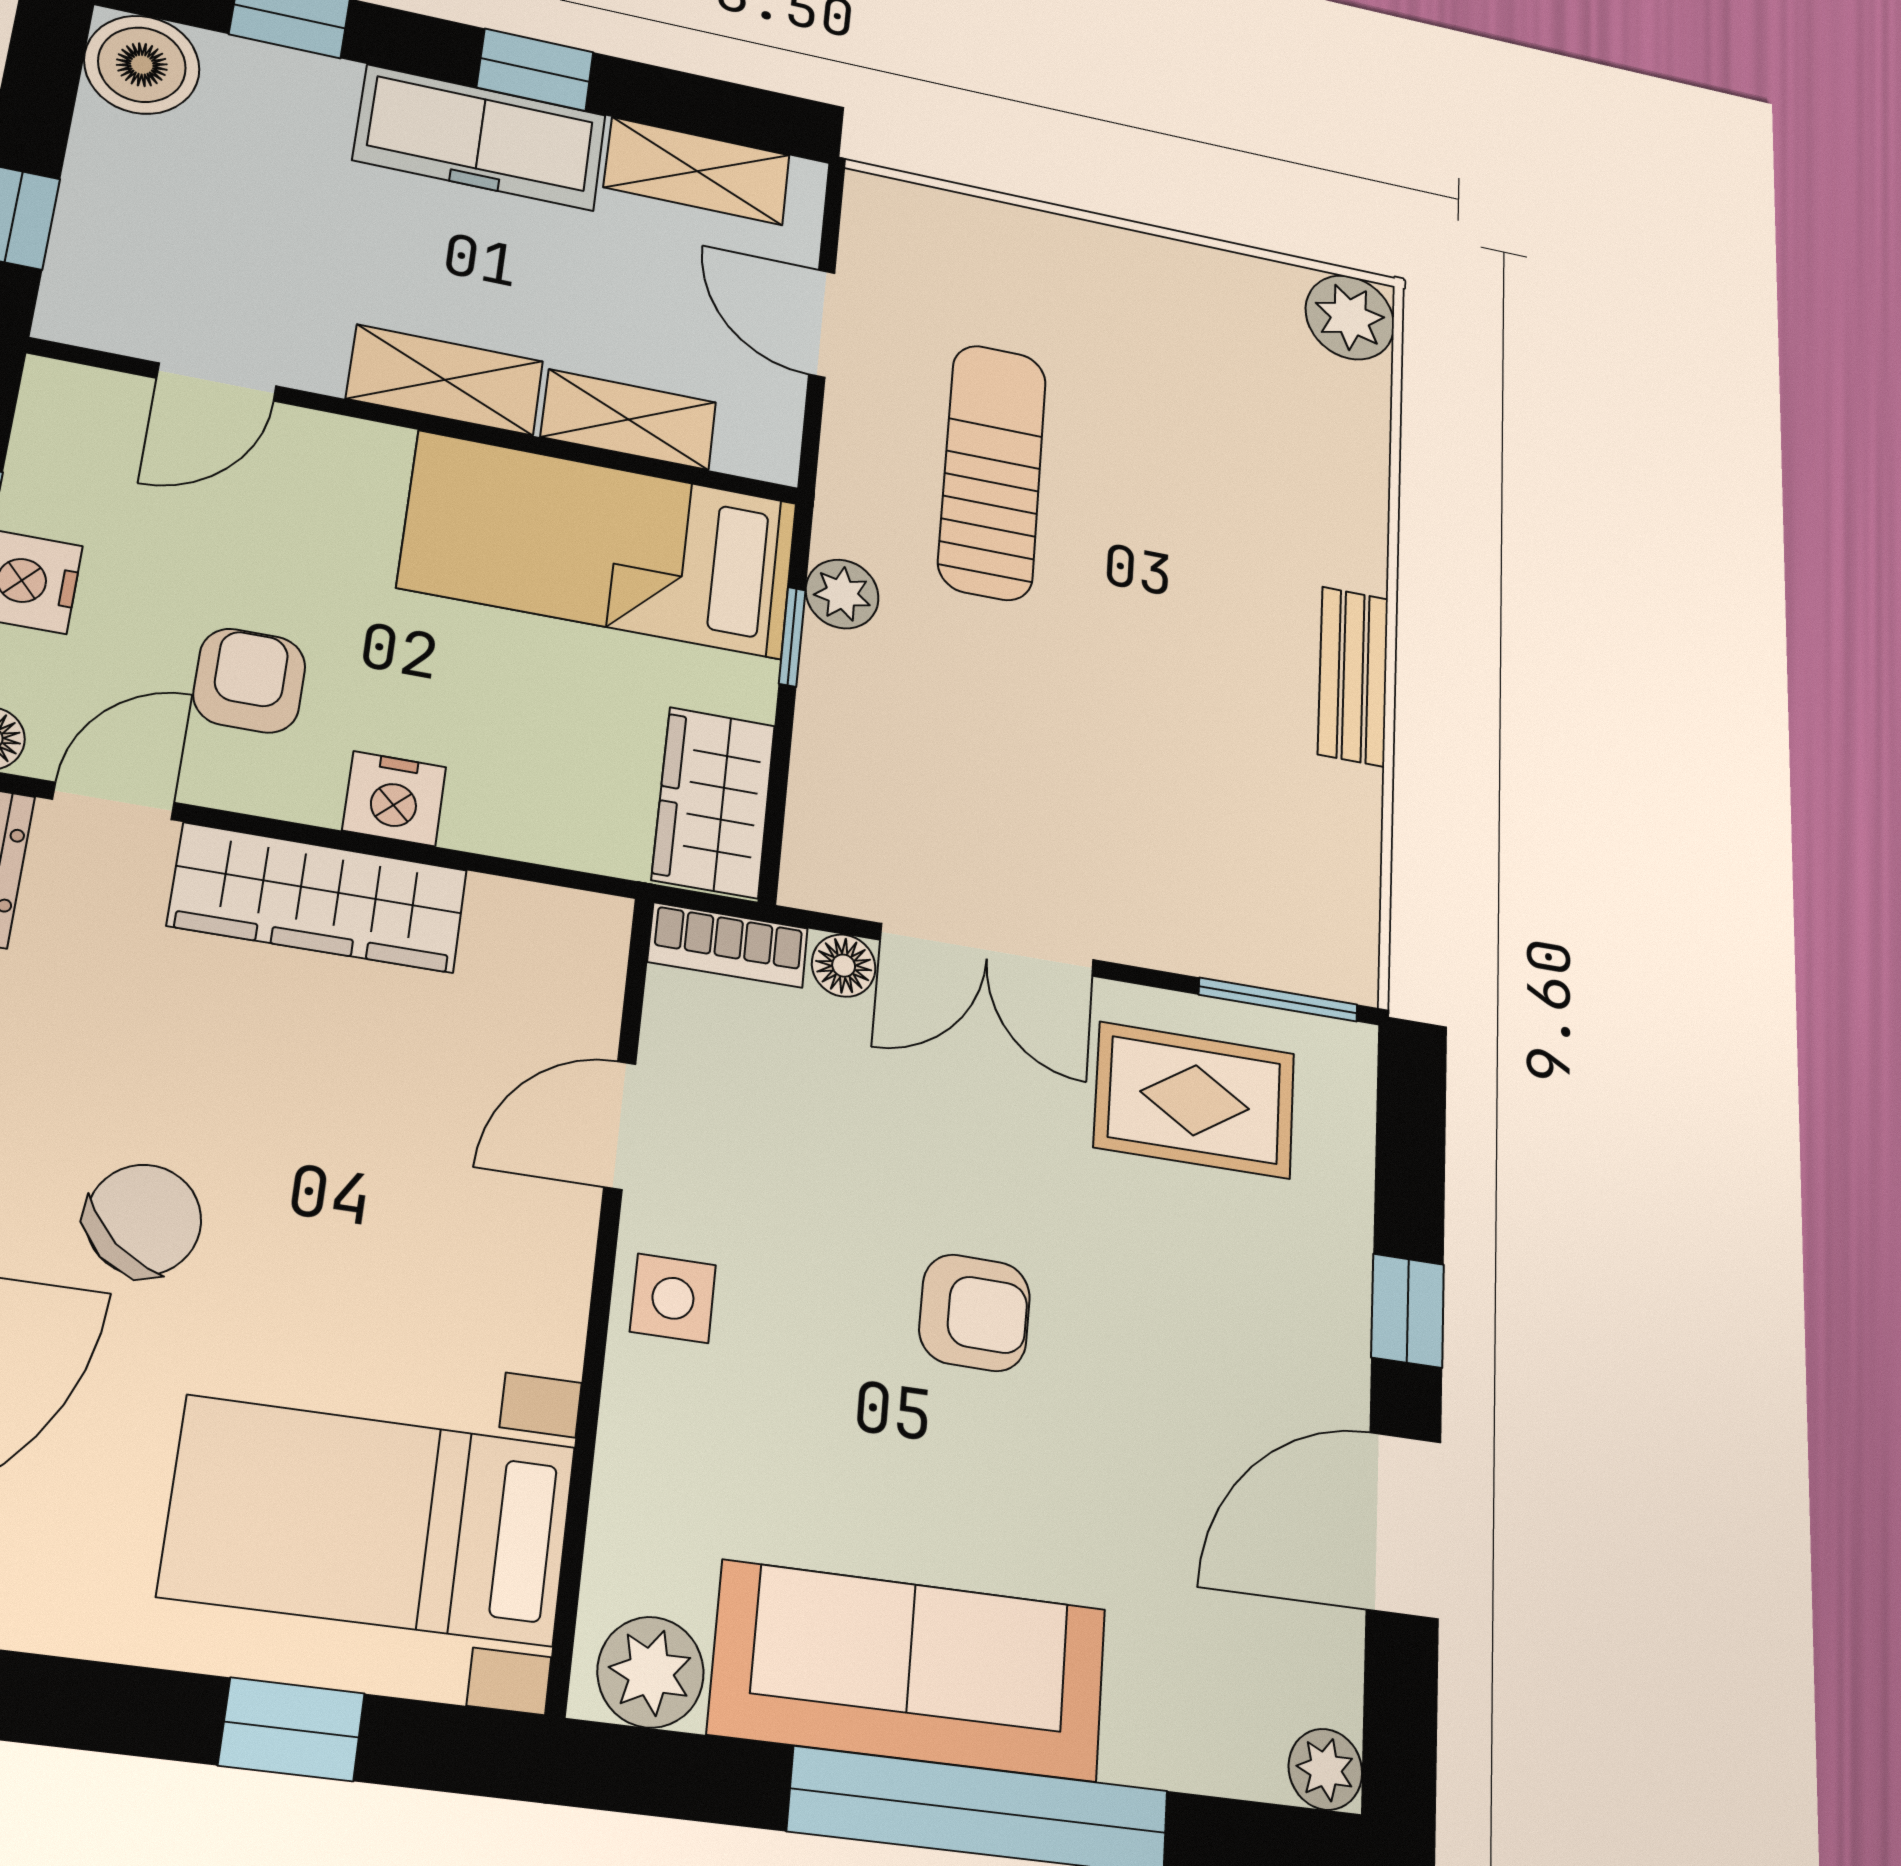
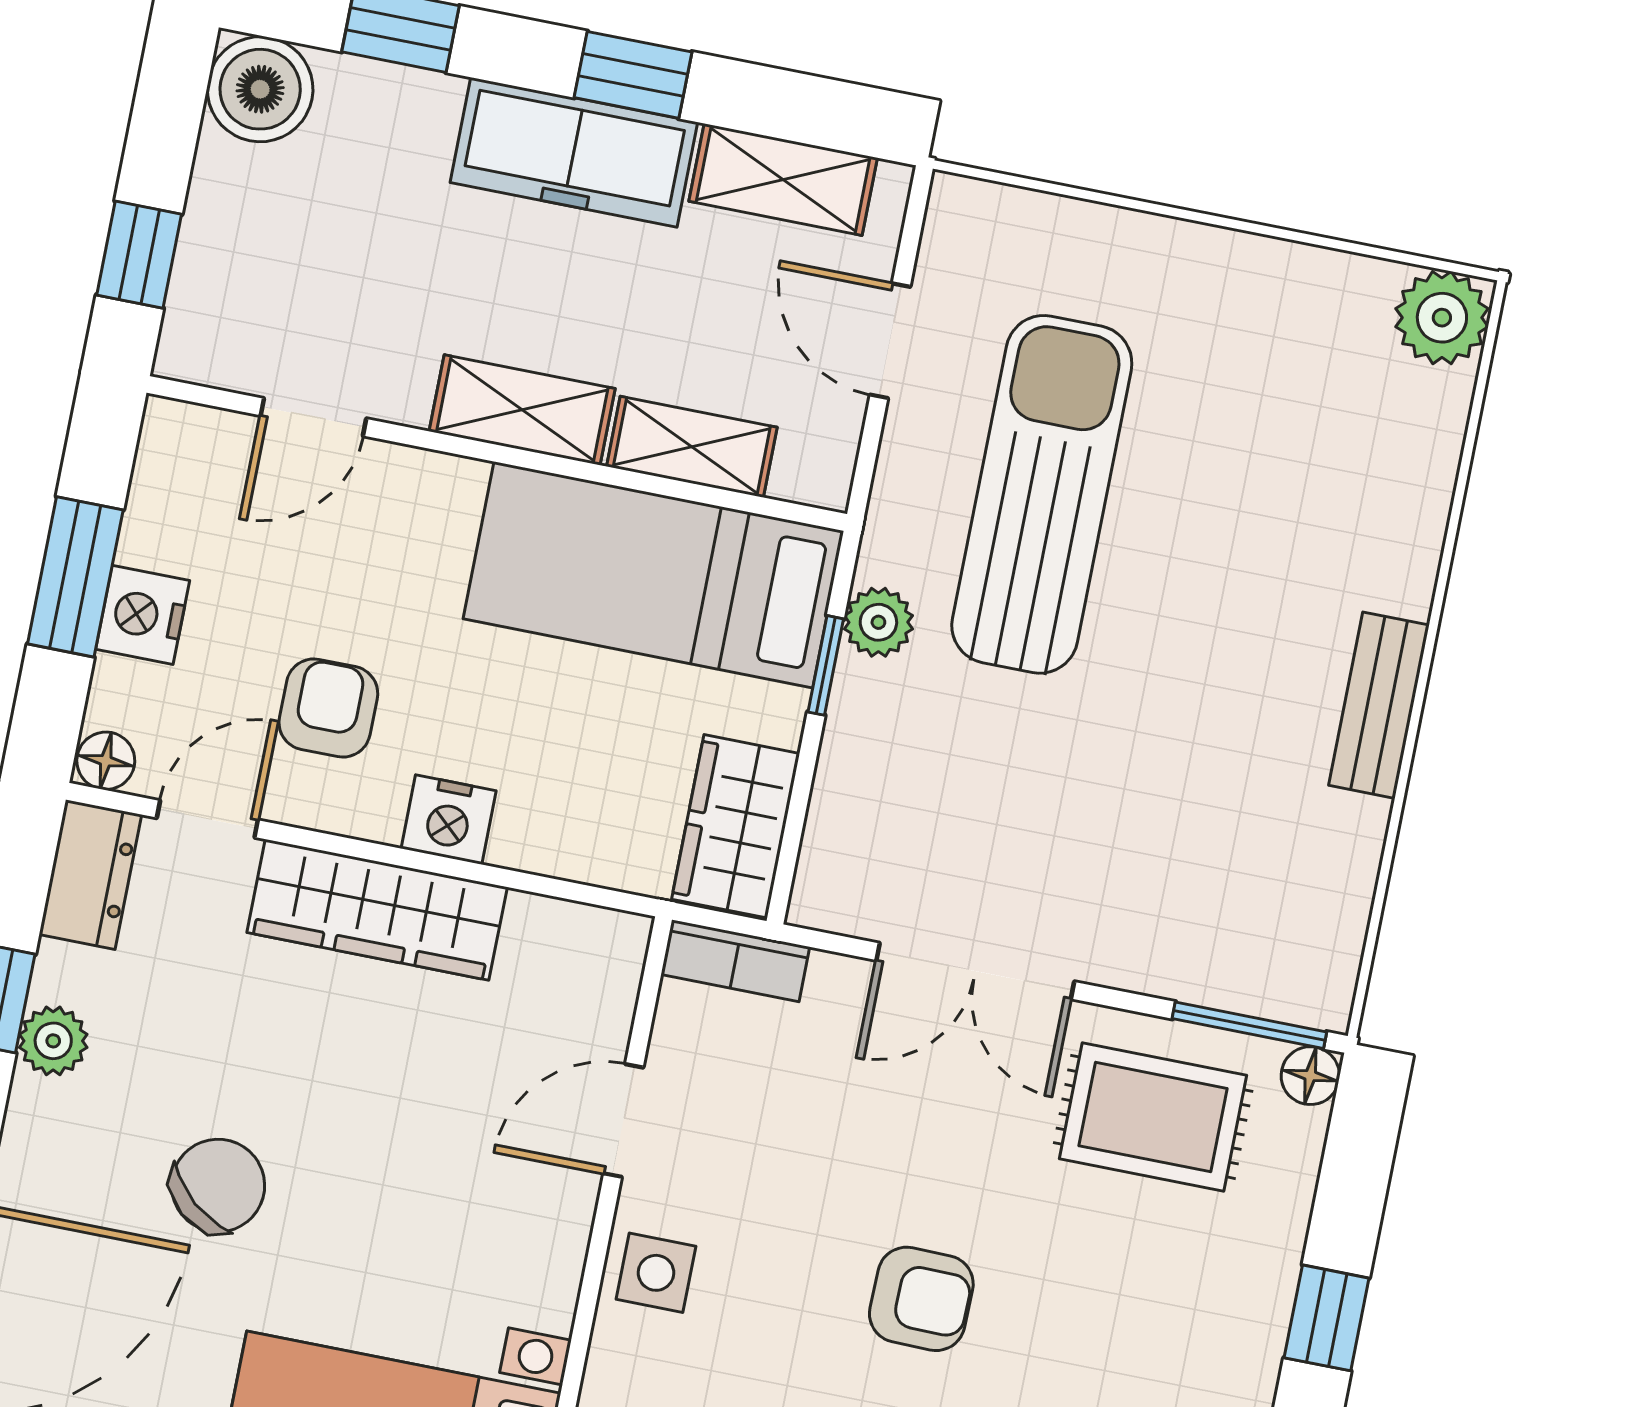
sun lounger: (992, 472) -> (1042, 494), width x1.36, depth x1.34
floor lamp: (844, 966) -> (1310, 1076), moved

